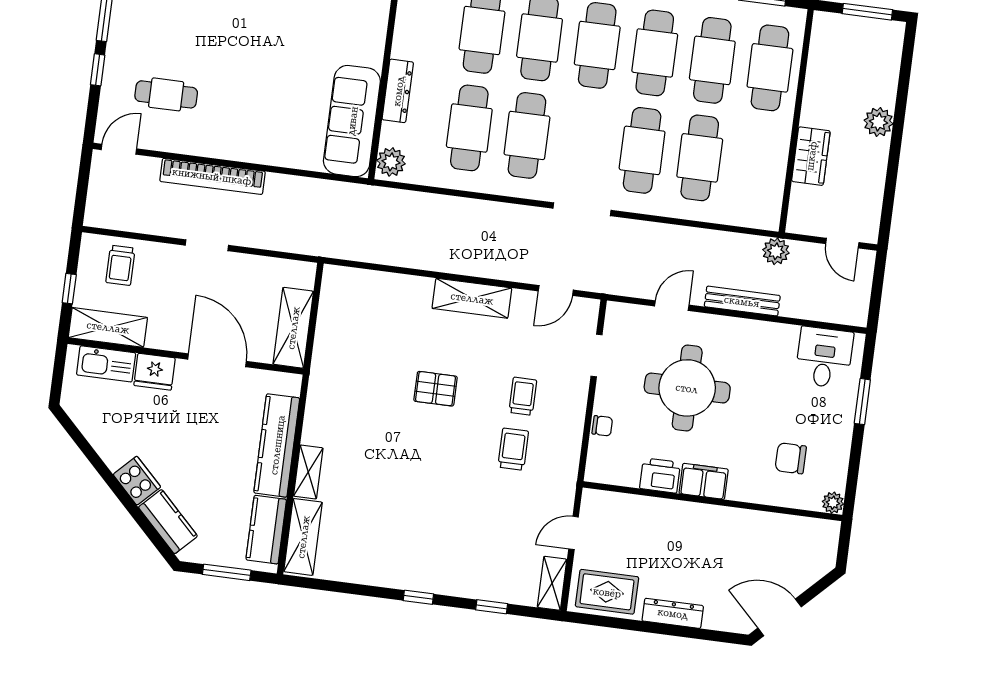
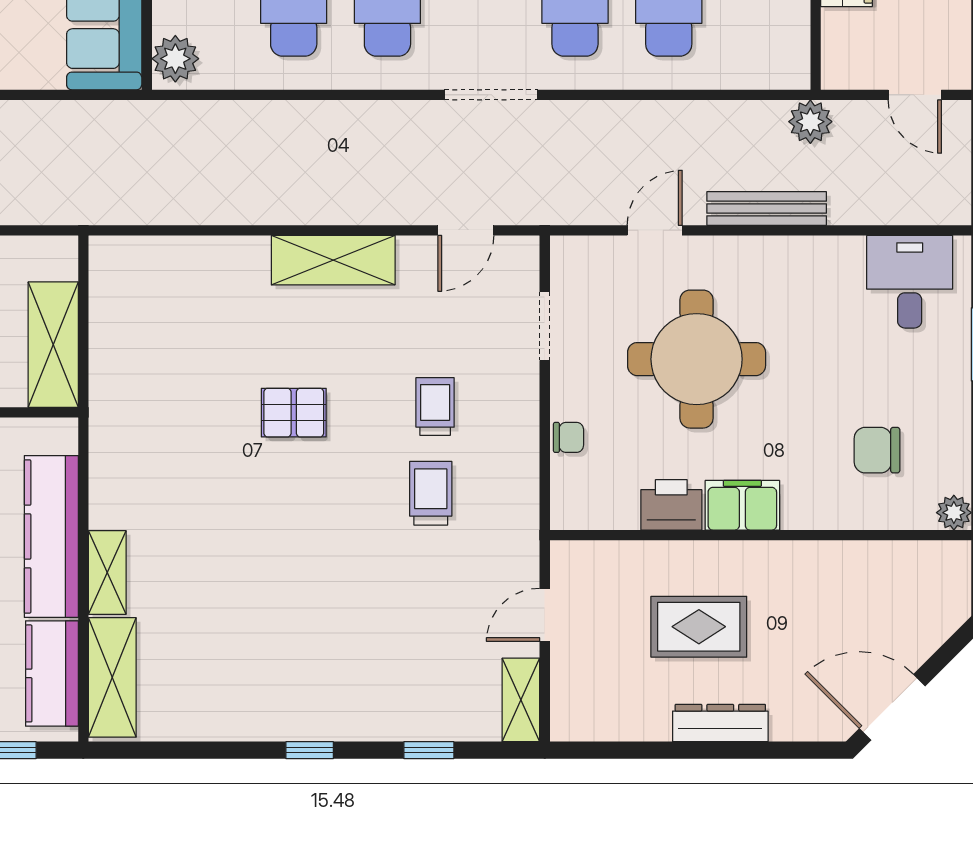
rug: (607, 592) -> (699, 627), moved

